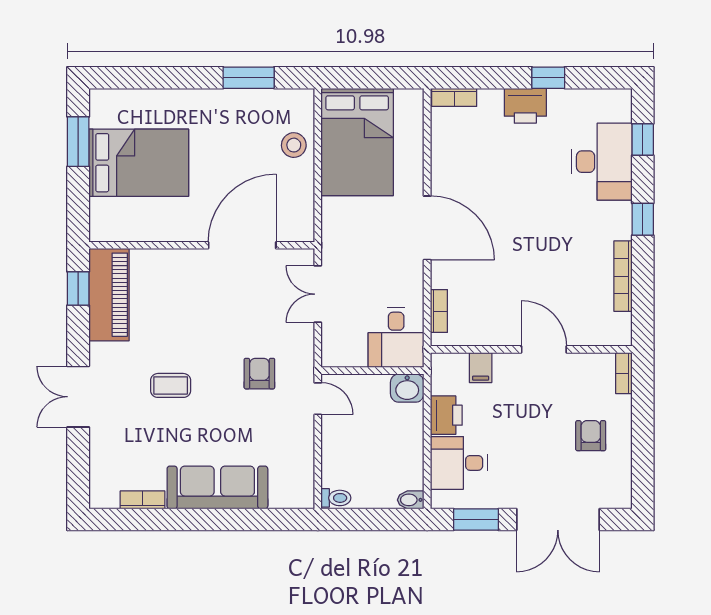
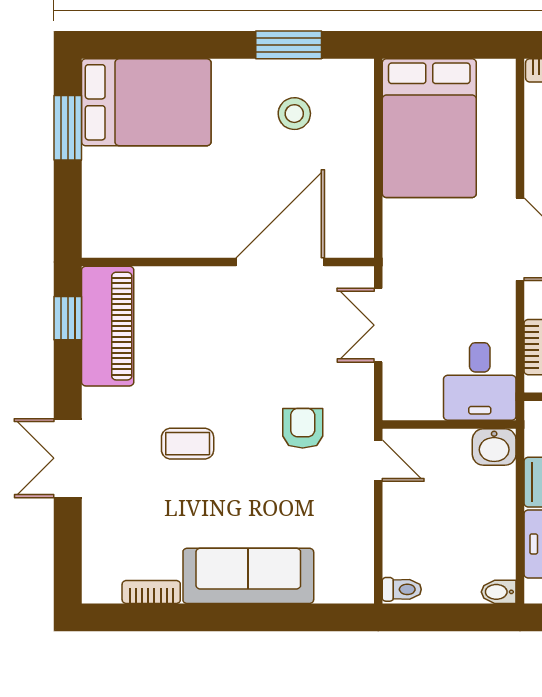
stool: (294, 145) -> (294, 114), moved
bed: (139, 163) -> (146, 102), moved

